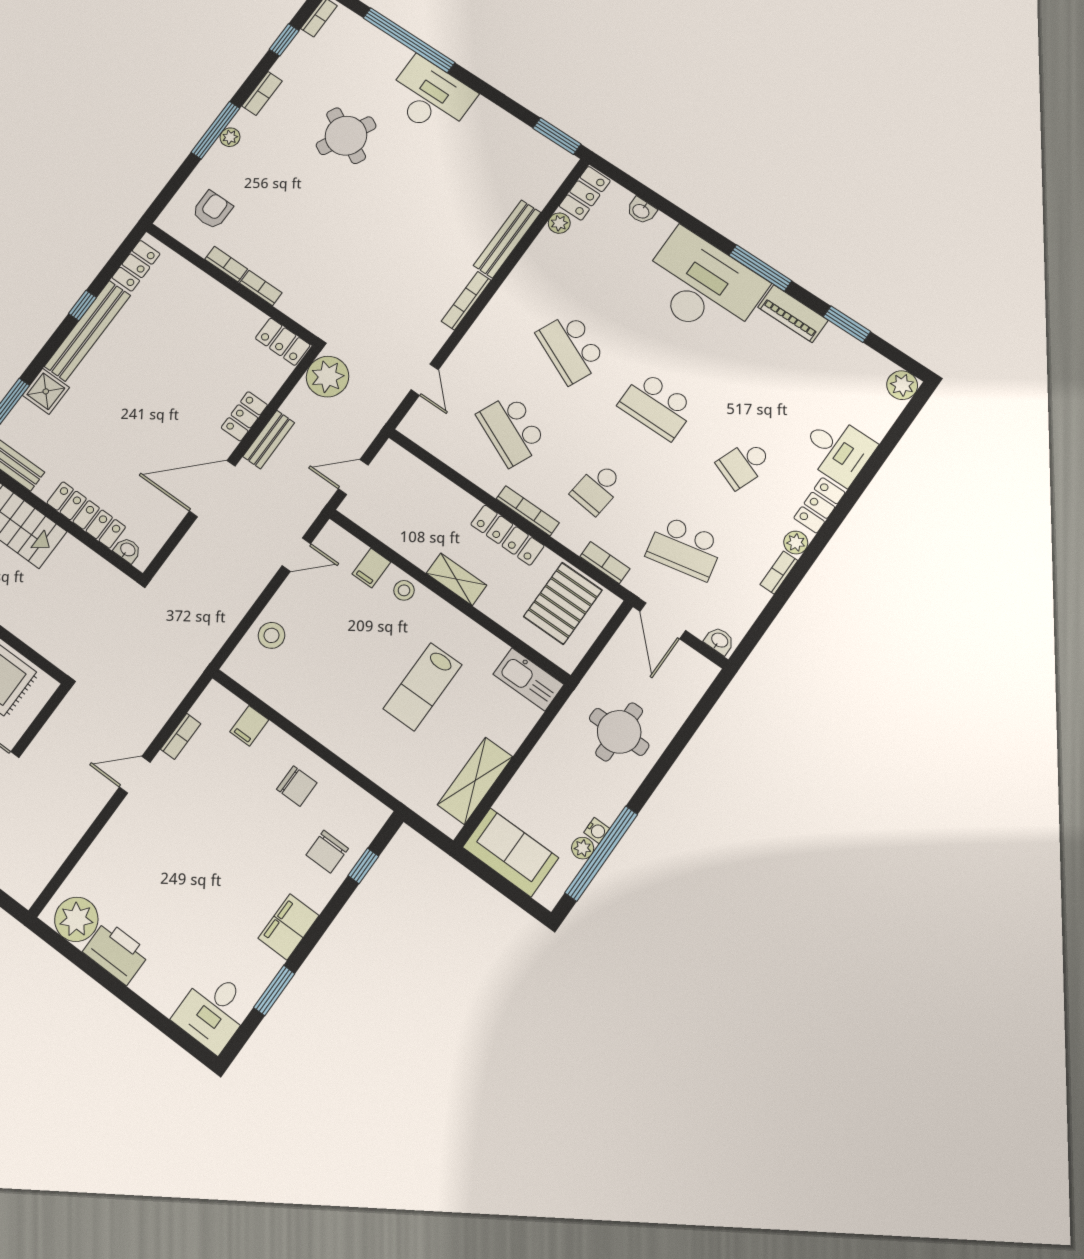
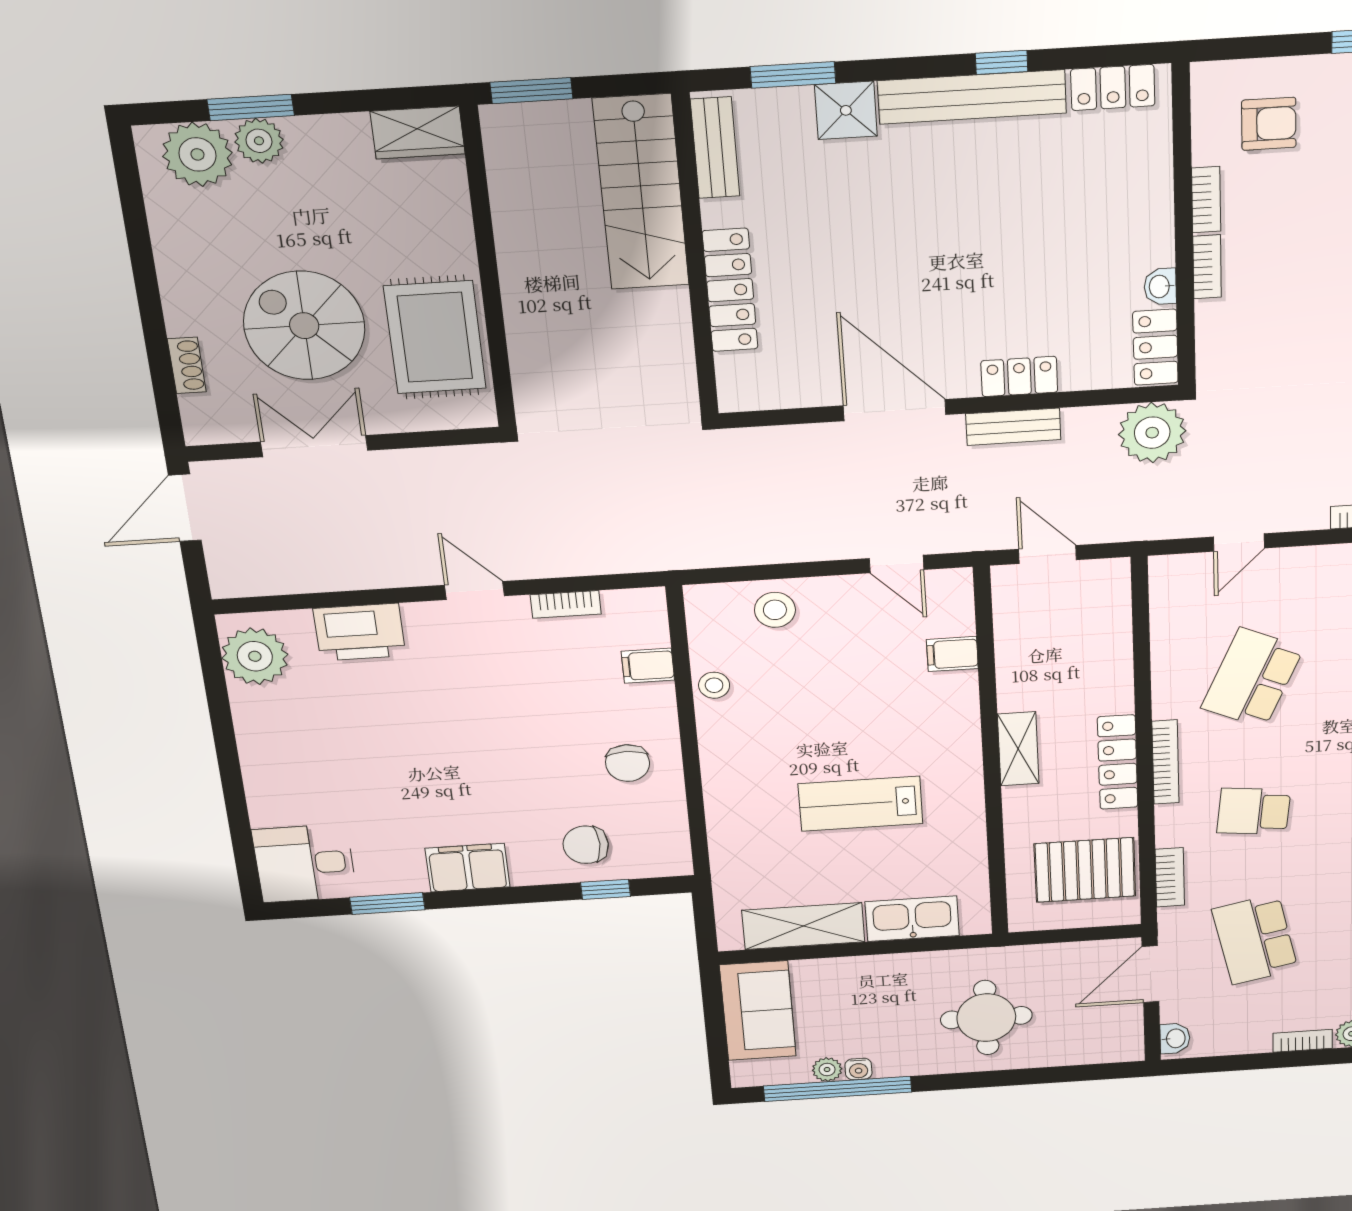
washbasin: (127, 550) -> (1160, 286), moved, turned 180
stool: (404, 590) -> (714, 685), moved
kitchen sink: (528, 679) -> (912, 919), moved, turned 90
printer: (116, 952) -> (360, 632), moved, turned 90

